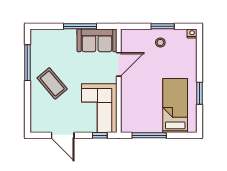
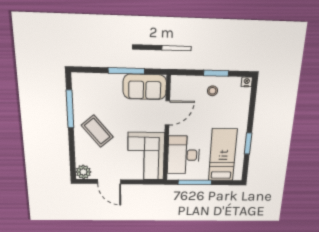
desk: (136, 106) -> (184, 155), added
plant: (38, 125) -> (83, 172), added
window: (100, 135) -> (146, 182), removed

